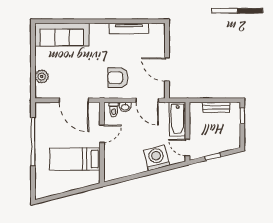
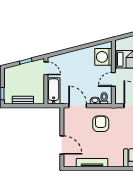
door: (167, 70) -> (62, 145), moved
armchair: (118, 78) -> (101, 124), turned -90
washing machine: (157, 158) -> (103, 57), moved, turned 104

